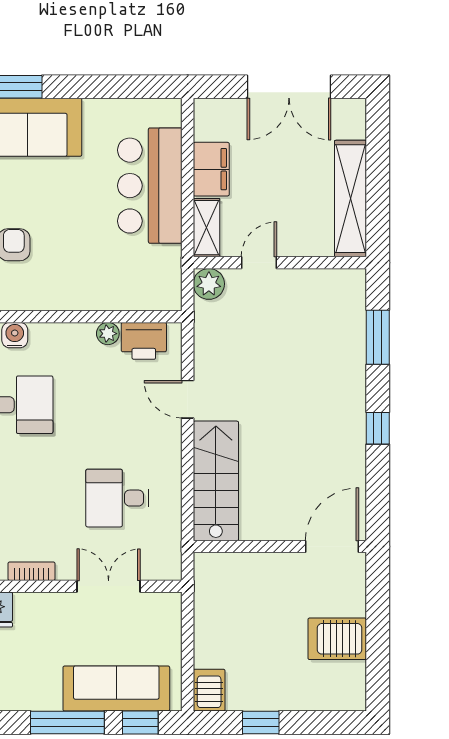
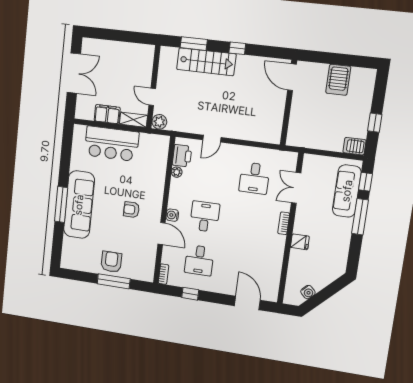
shelving: (350, 199) -> (127, 50), removed
stairs: (216, 481) -> (206, 62), moved, turned 180

